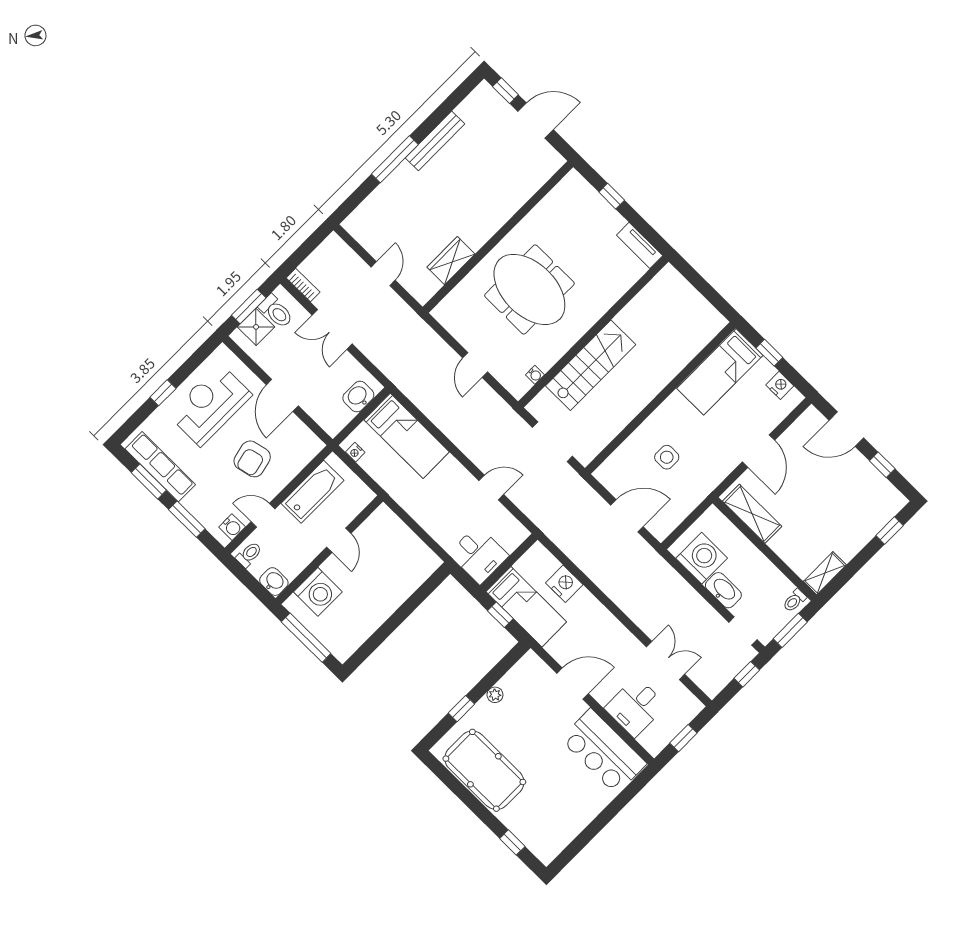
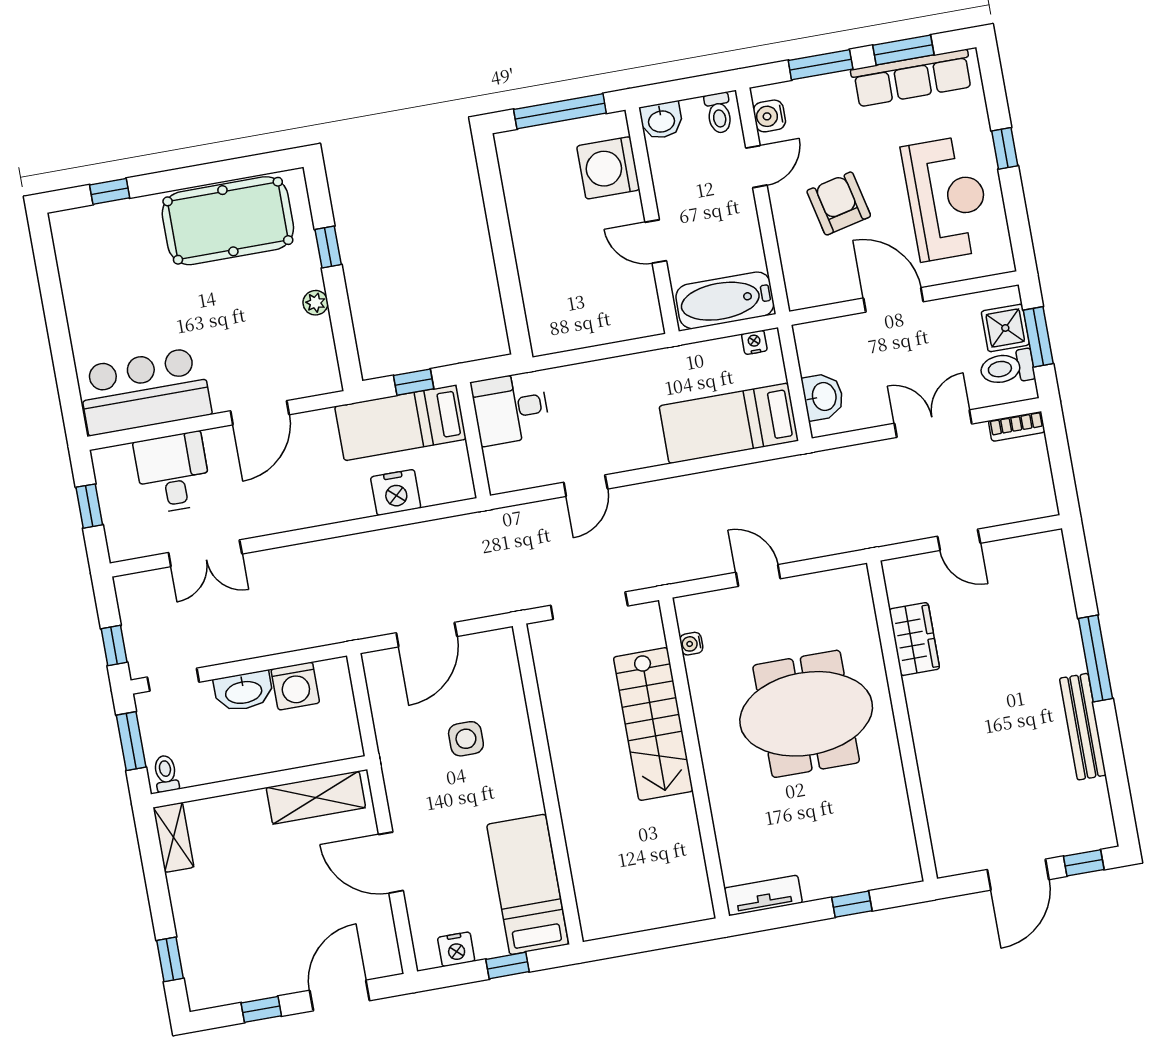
bathtub: (312, 492) -> (725, 300), moved, turned 90
washing machine: (702, 558) -> (295, 686), width x0.73, depth x0.73

